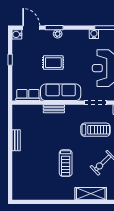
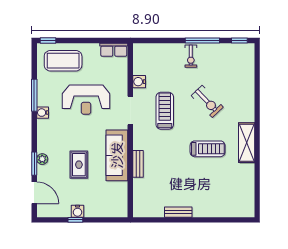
door: (31, 28) -> (34, 193), swing flipped
water cooler: (17, 34) -> (78, 211), moved
row of seats: (28, 95) -> (120, 197), removed
shelving: (91, 194) -> (247, 143), moved

